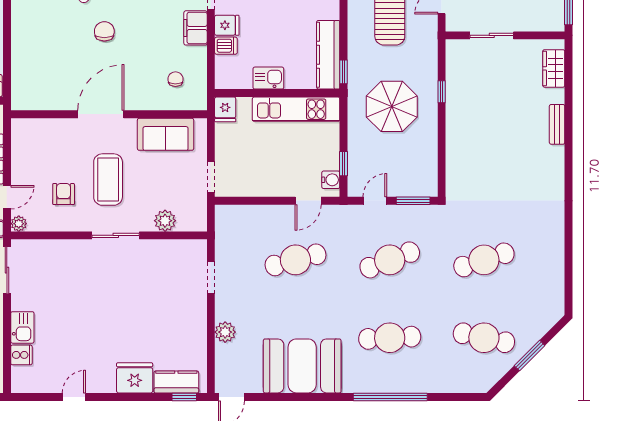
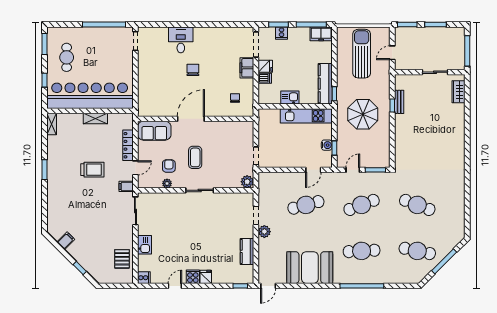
sliding door: (492, 35) -> (435, 72), moved
fridge: (225, 109) -> (264, 116), removed
bench: (557, 124) -> (399, 102), moved
sofa: (166, 134) -> (154, 131), moved
coffee table: (108, 180) -> (195, 157), width x0.73, depth x0.76
water cooler: (331, 180) -> (327, 145), moved
plant: (165, 221) -> (247, 182), moved
plant: (19, 224) -> (167, 183), moved
cafe table: (484, 260) -> (417, 205), turned 39
plant: (225, 332) -> (264, 232), moved
cooker: (21, 355) -> (144, 278), moved
window: (530, 356) -> (444, 261), width x1.44
fridge: (135, 378) -> (206, 277), width x0.53, depth x0.75
cooker: (104, 382) -> (193, 277), added
kitchen counter: (176, 382) -> (247, 251), moved, turned -90

